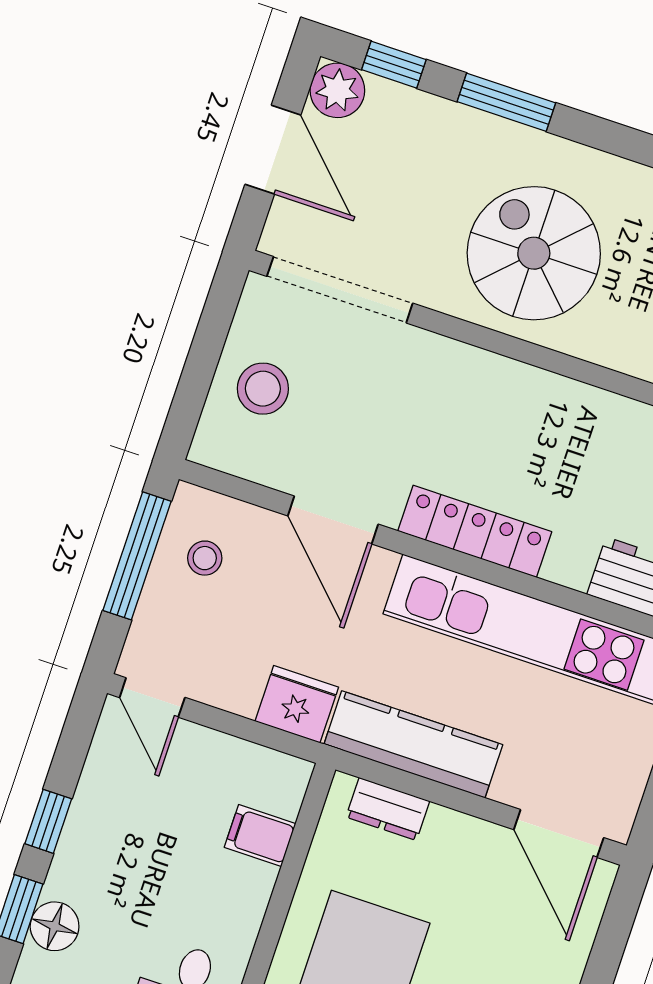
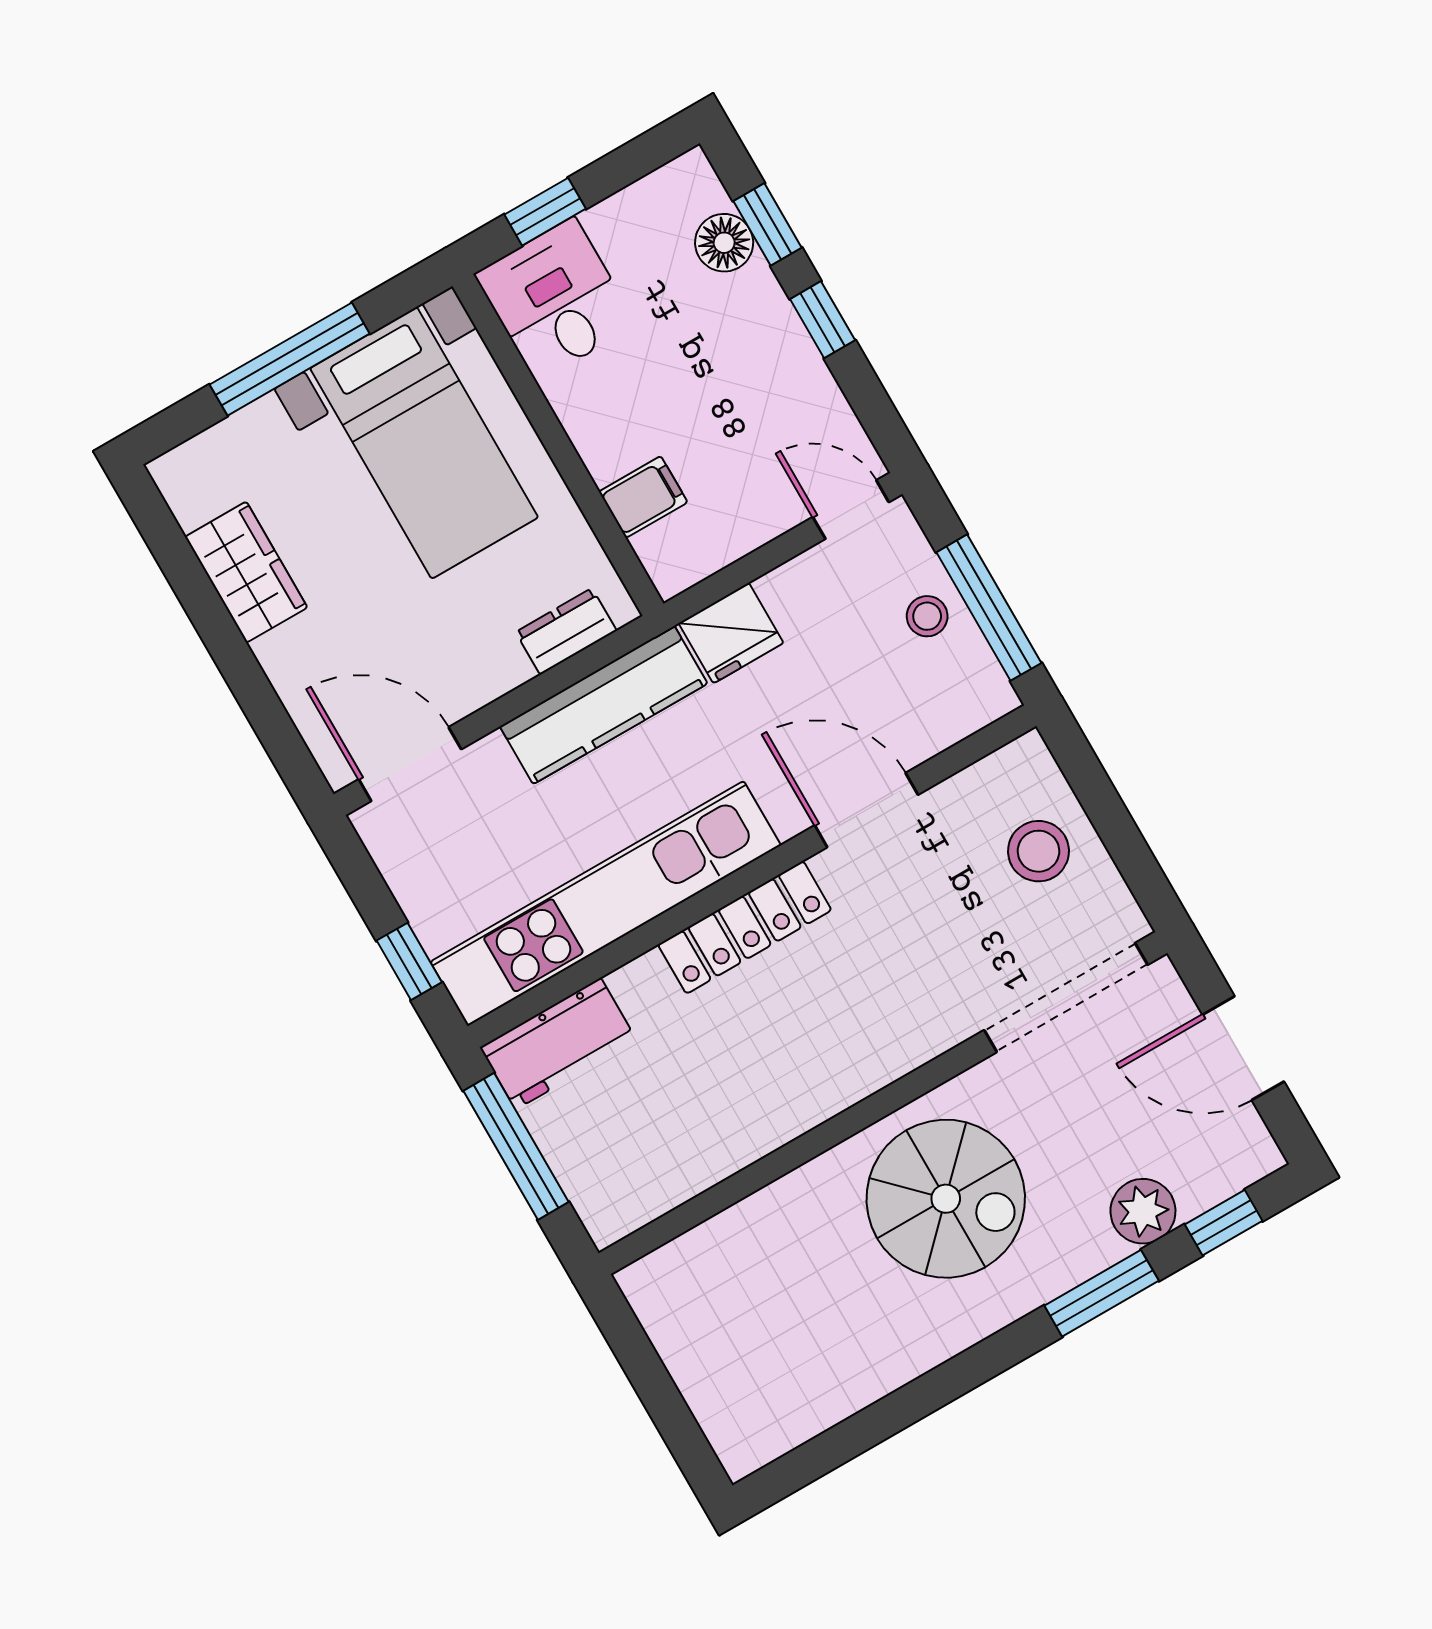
plant: (337, 90) -> (1143, 1211), moved
stool: (205, 558) -> (927, 616), moved

